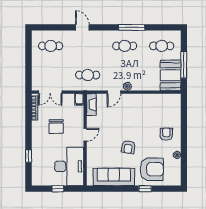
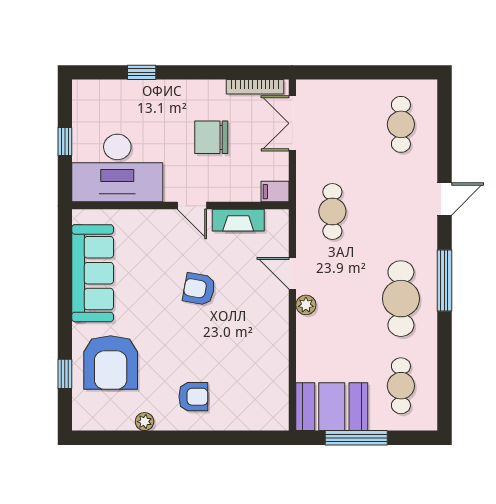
window: (132, 27) -> (444, 280), moved
cafe table: (125, 46) -> (401, 299), width x1.37, depth x1.35
fireplace: (91, 105) -> (238, 220), moved
armchair: (128, 147) -> (199, 289), moved
window: (145, 189) -> (65, 374), moved

